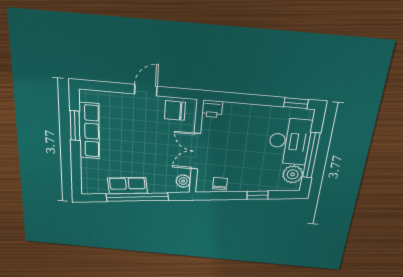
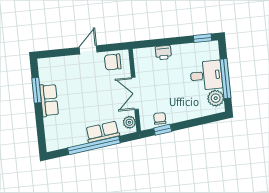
printer: (212, 109) -> (163, 53), moved
row of seats: (89, 131) -> (49, 100), width x0.68
desk: (289, 141) -> (206, 75), width x0.73
row of seats: (127, 186) -> (103, 132), moved
window: (258, 195) -> (163, 130), moved

